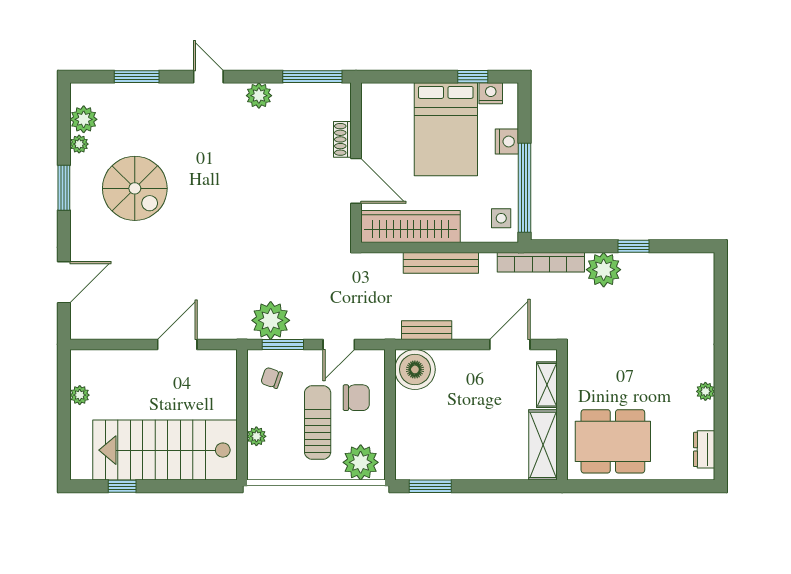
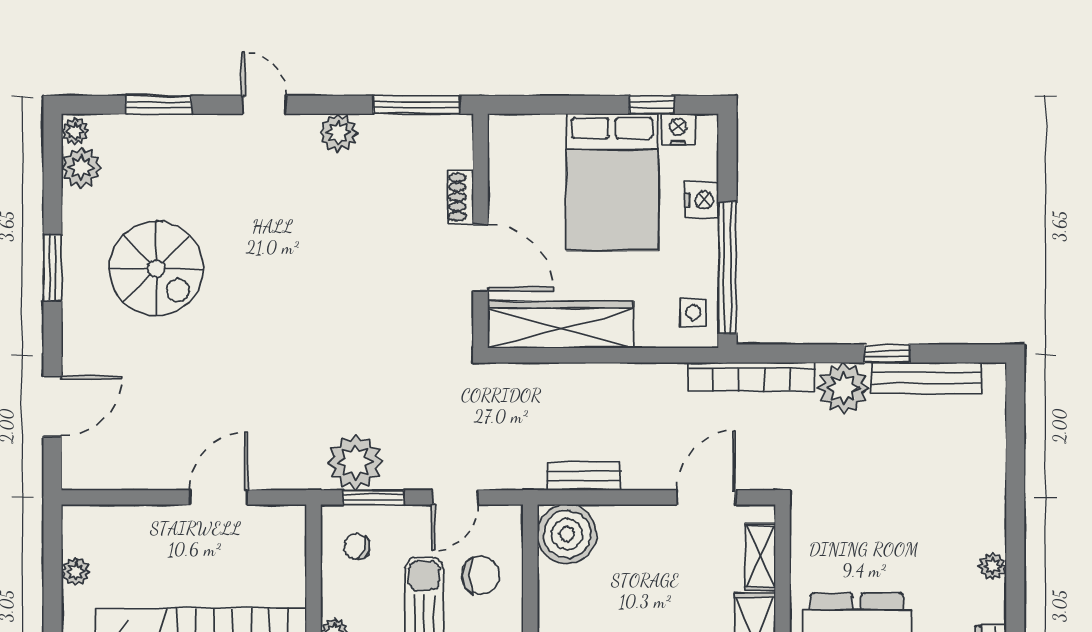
plant: (79, 144) -> (75, 131), moved
bench: (441, 263) -> (927, 378), moved

